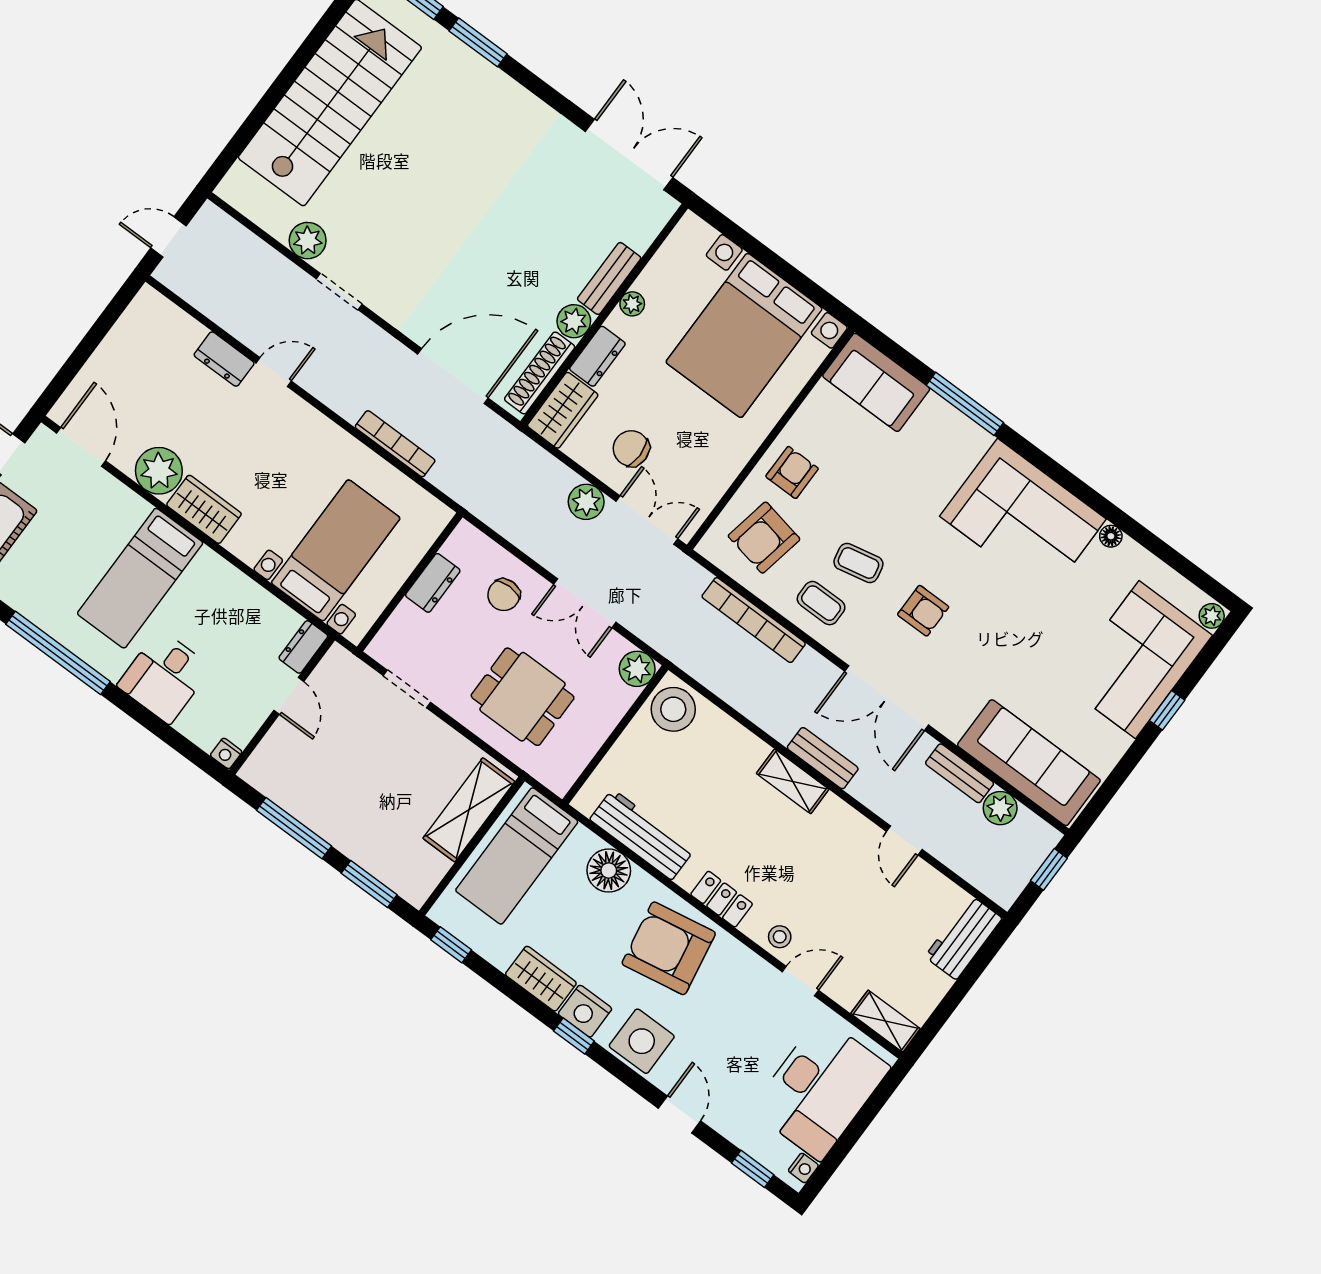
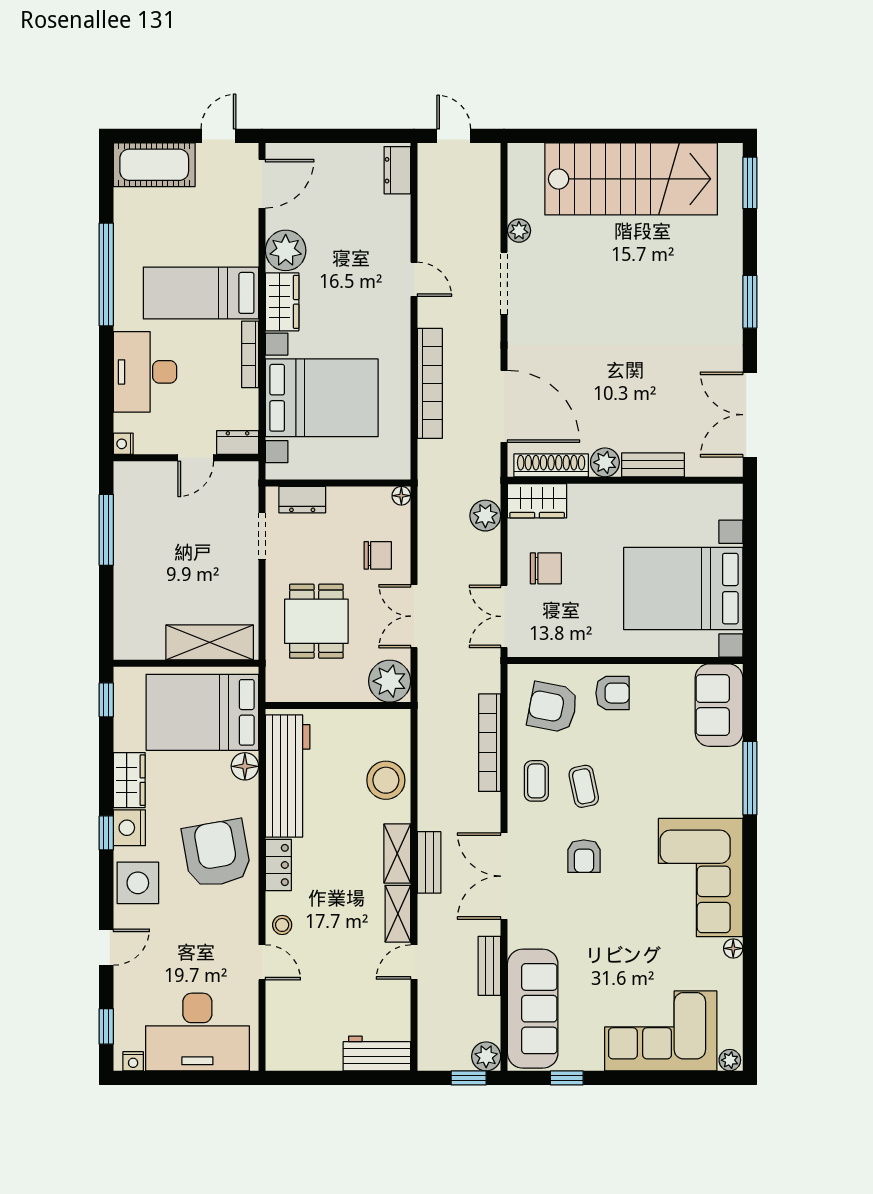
window: (478, 42) -> (750, 302), moved
double door: (629, 155) -> (750, 415), swing flipped
plant: (308, 241) -> (519, 231), width x0.73, depth x0.73
doorway: (339, 292) -> (504, 283), width x1.38
plant: (632, 304) -> (647, 494), removed
dresser: (597, 356) -> (593, 497), removed
dresser: (224, 359) -> (397, 170), moved
bookcase: (395, 444) -> (430, 383), width x1.48, depth x1.31
chair: (631, 448) -> (546, 568), turned 90
plant: (586, 502) -> (485, 516), moved
double door: (647, 520) -> (504, 616), swing flipped
floor lamp: (465, 532) -> (401, 496), added
bed with nightstands: (336, 550) -> (322, 398), width x1.36
bookcase: (231, 575) -> (250, 354), added
dresser: (433, 583) -> (302, 500), moved
chair: (504, 595) -> (378, 555), turned 180
plant: (637, 669) -> (390, 681), width x1.36, depth x1.36
desk: (164, 677) -> (145, 372), width x1.37
stool: (673, 709) -> (386, 780), moved
window: (1167, 710) -> (567, 1078), moved
plant: (1000, 808) -> (486, 1056), moved
workbench: (642, 835) -> (288, 776), width x1.36, depth x1.32
bed: (517, 856) -> (202, 712), width x1.50
floor lamp: (609, 871) -> (245, 766), width x0.73, depth x0.73
window: (369, 884) -> (106, 611), removed
shelving: (885, 1021) -> (398, 914), moved

